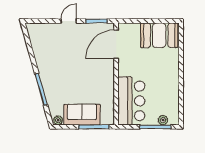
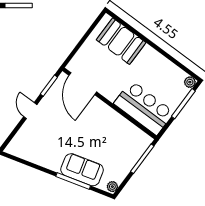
booth: (159, 35) -> (121, 41), moved, turned 90
sofa: (82, 115) -> (82, 170), moved, turned 75
plant: (163, 120) -> (190, 82), moved

